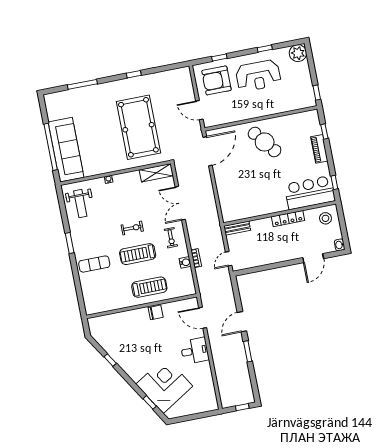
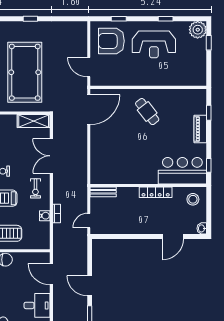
window: (317, 93) -> (209, 43), moved
cafe table: (265, 142) -> (147, 112), width x0.73, depth x0.74
door: (242, 322) -> (90, 286), hinge flipped

